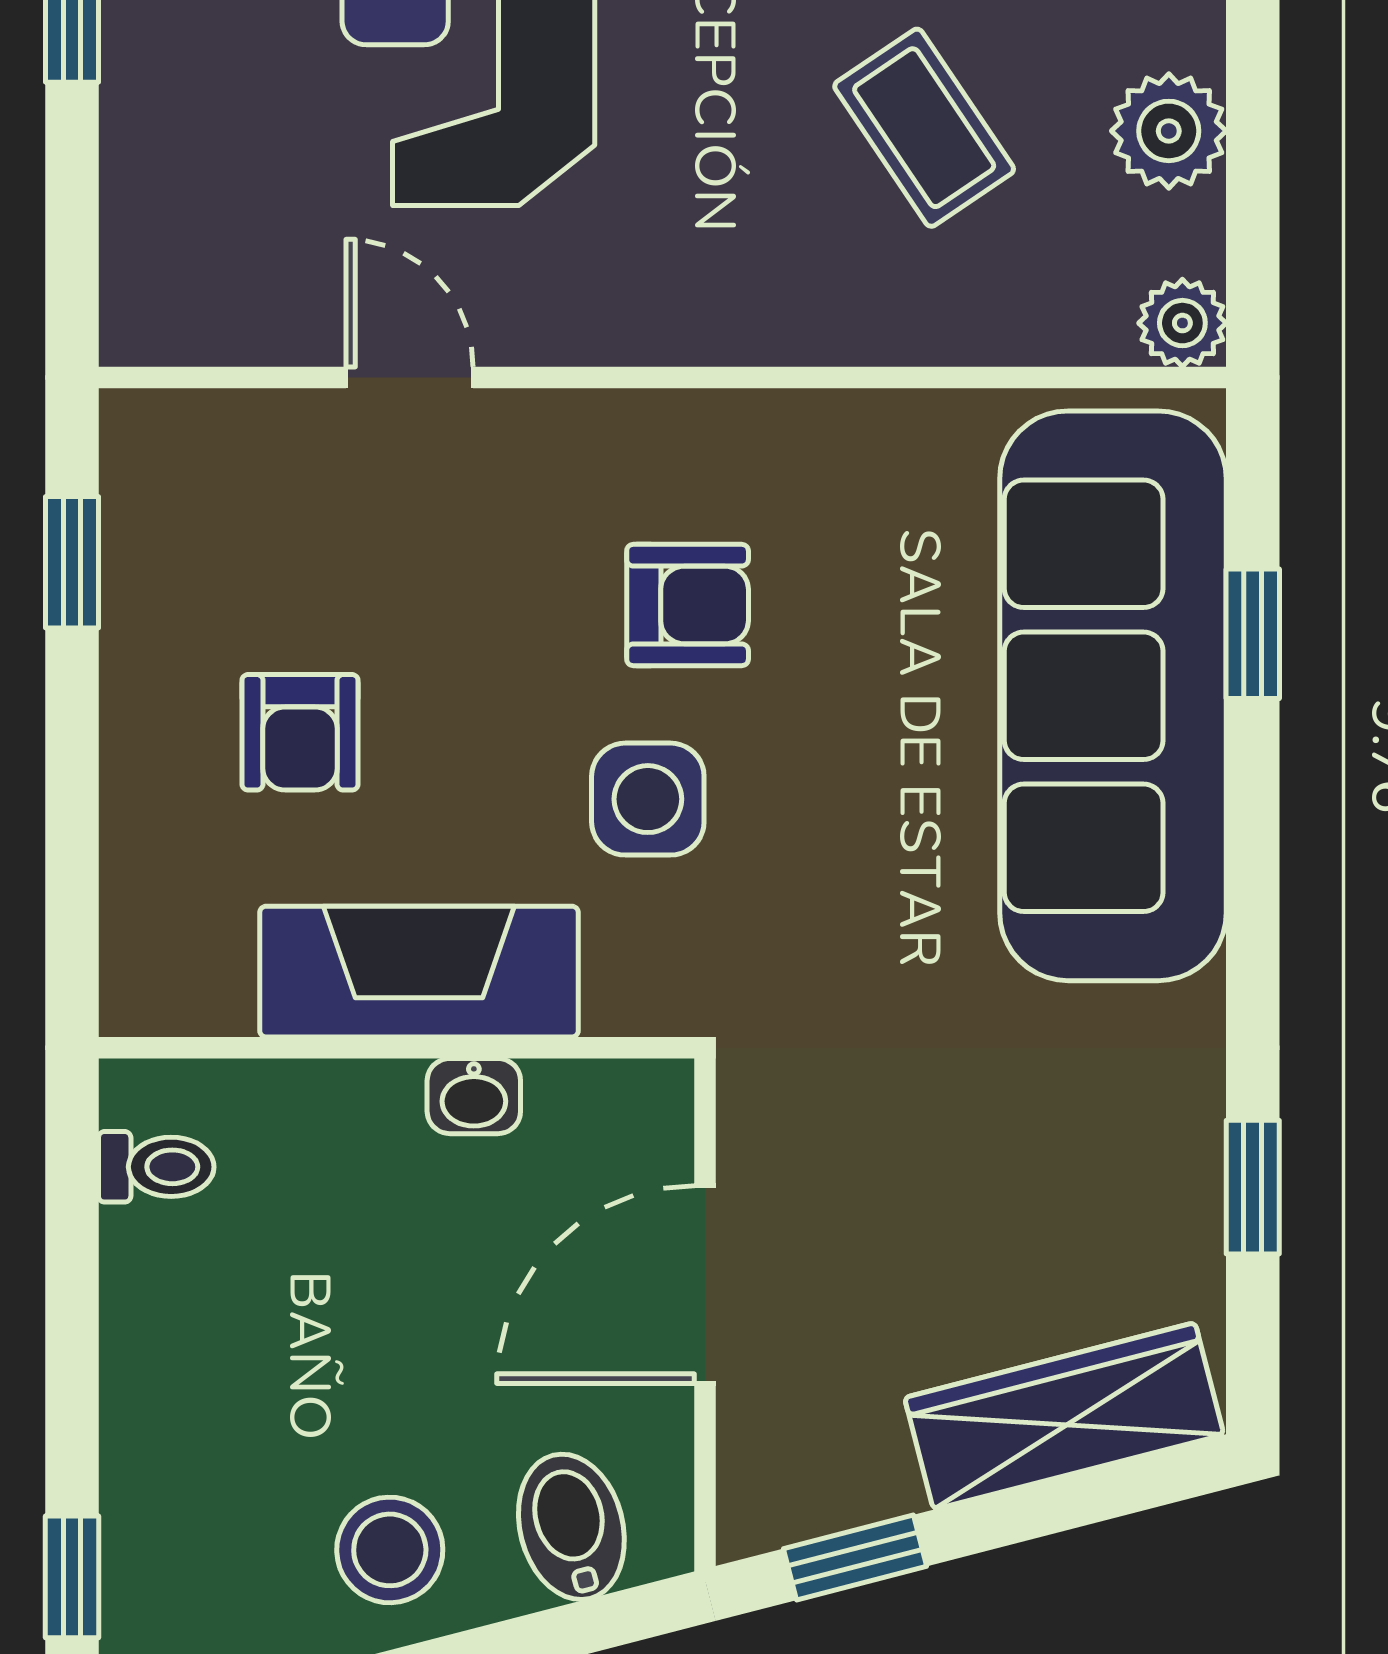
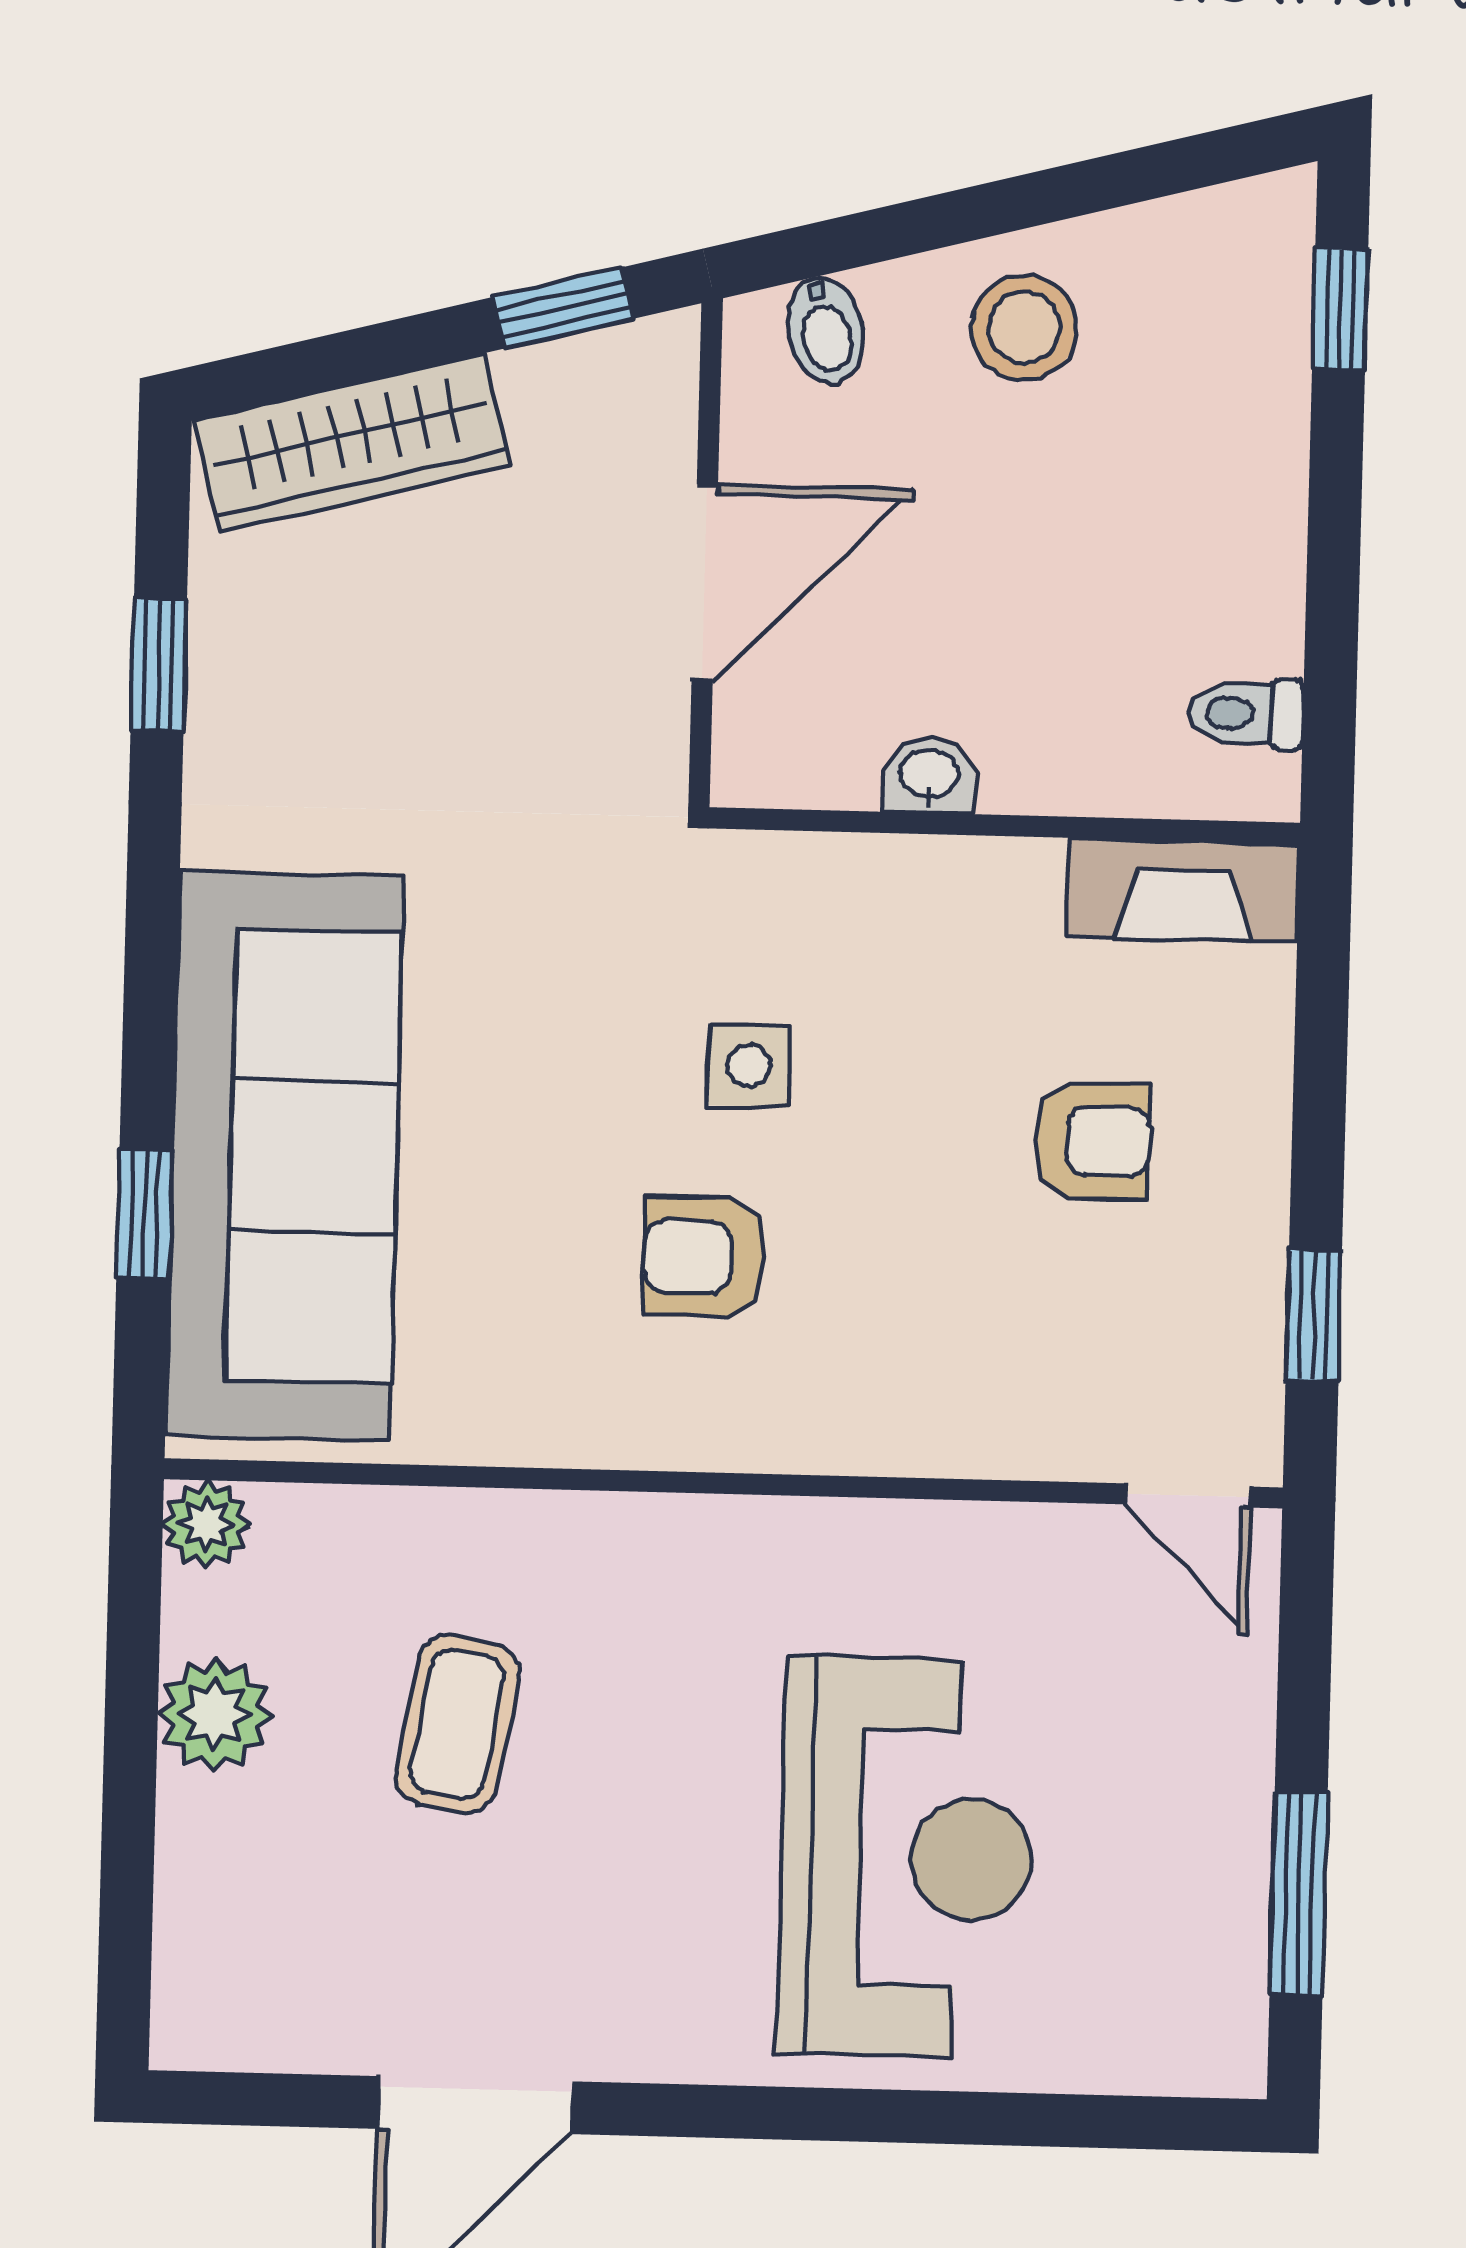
coffee table: (924, 128) -> (457, 1724), turned 44
door: (410, 377) -> (1188, 1496), moved
armchair: (300, 732) -> (1092, 1141), turned 90
side table: (648, 799) -> (749, 1066), width x0.73, depth x0.73
fireplace: (419, 972) -> (1183, 890), moved, width x0.73, depth x0.76
bidet: (571, 1527) -> (825, 330), width x0.72, depth x0.74

